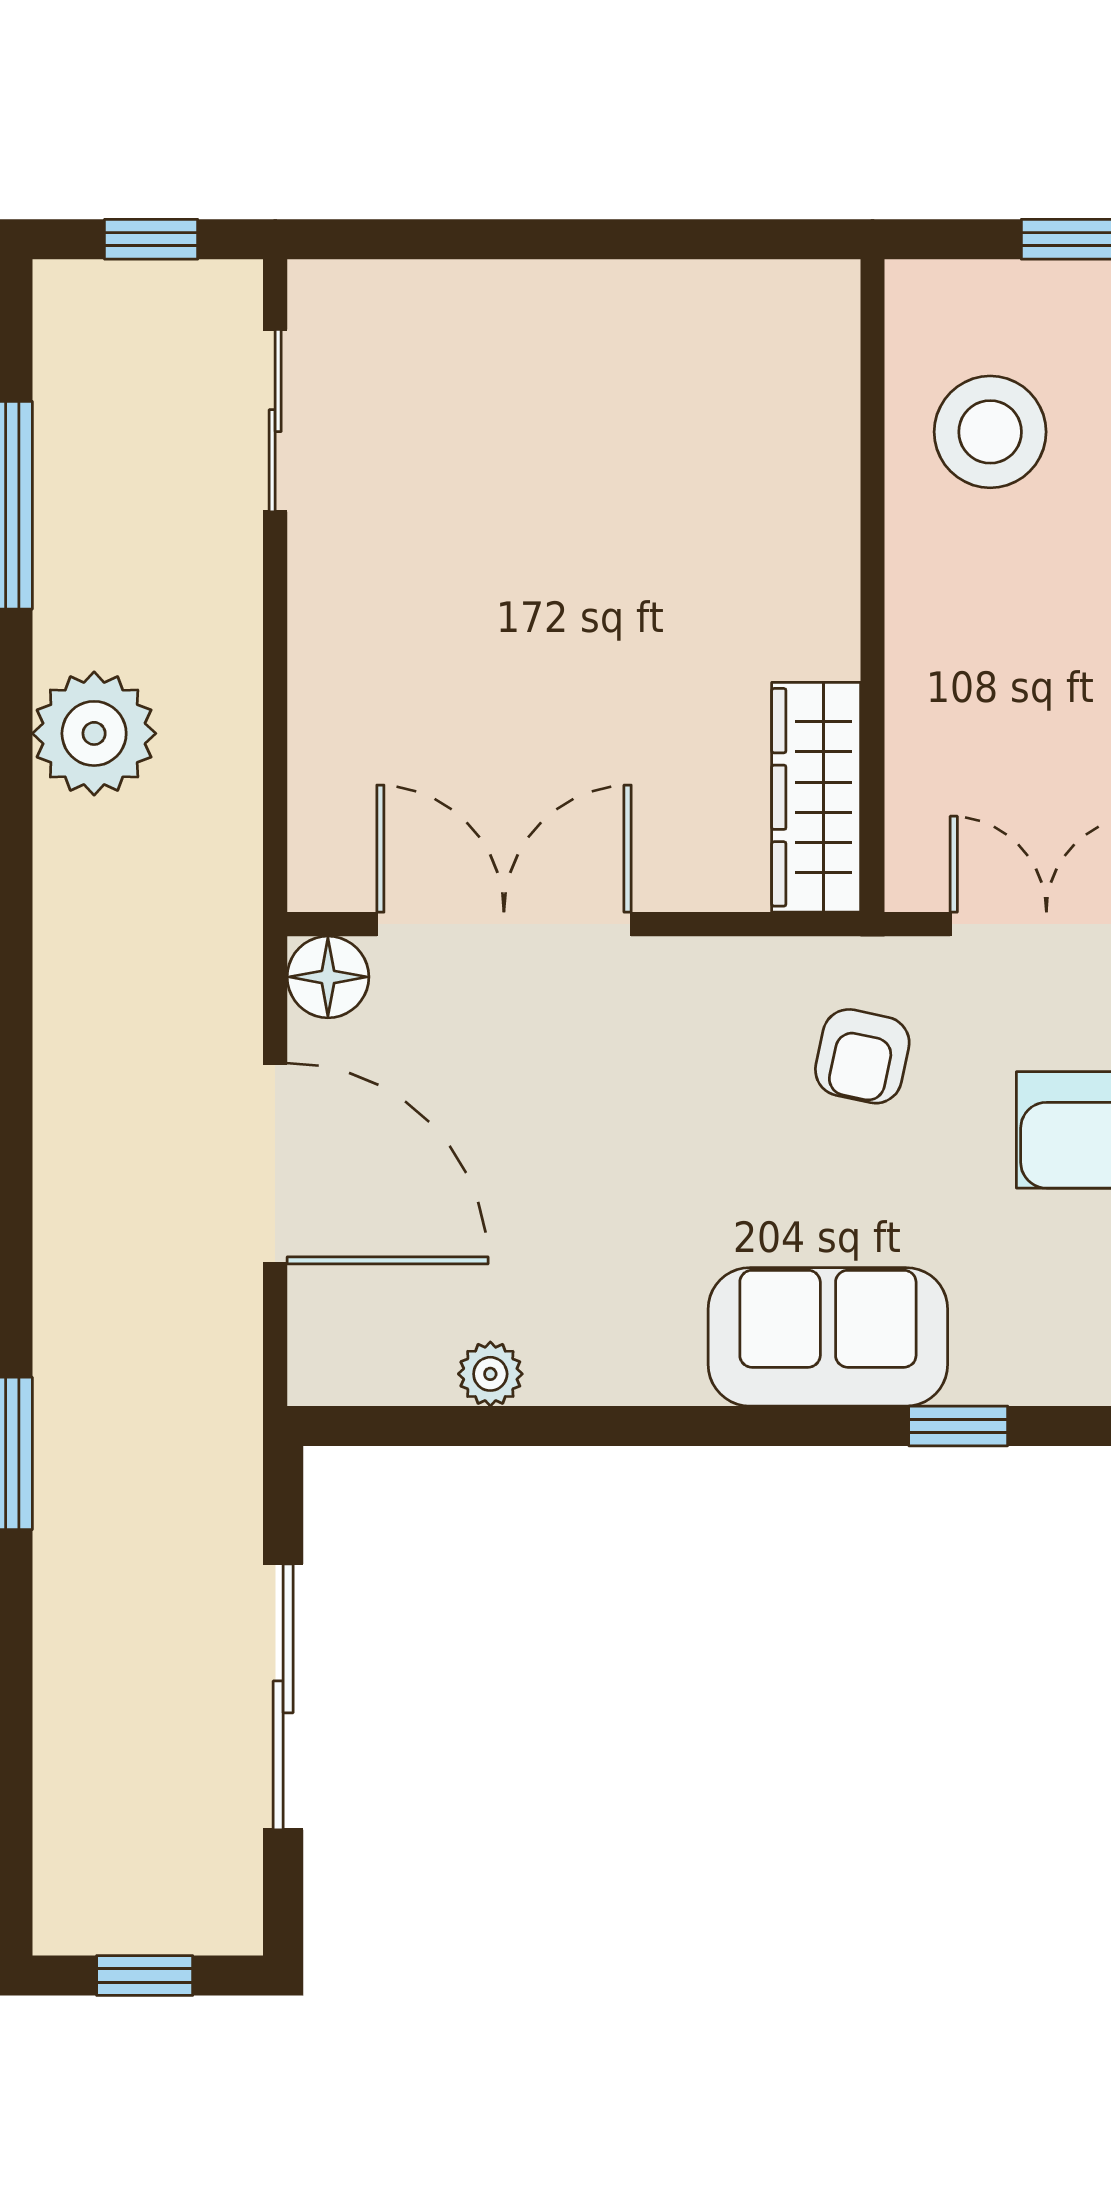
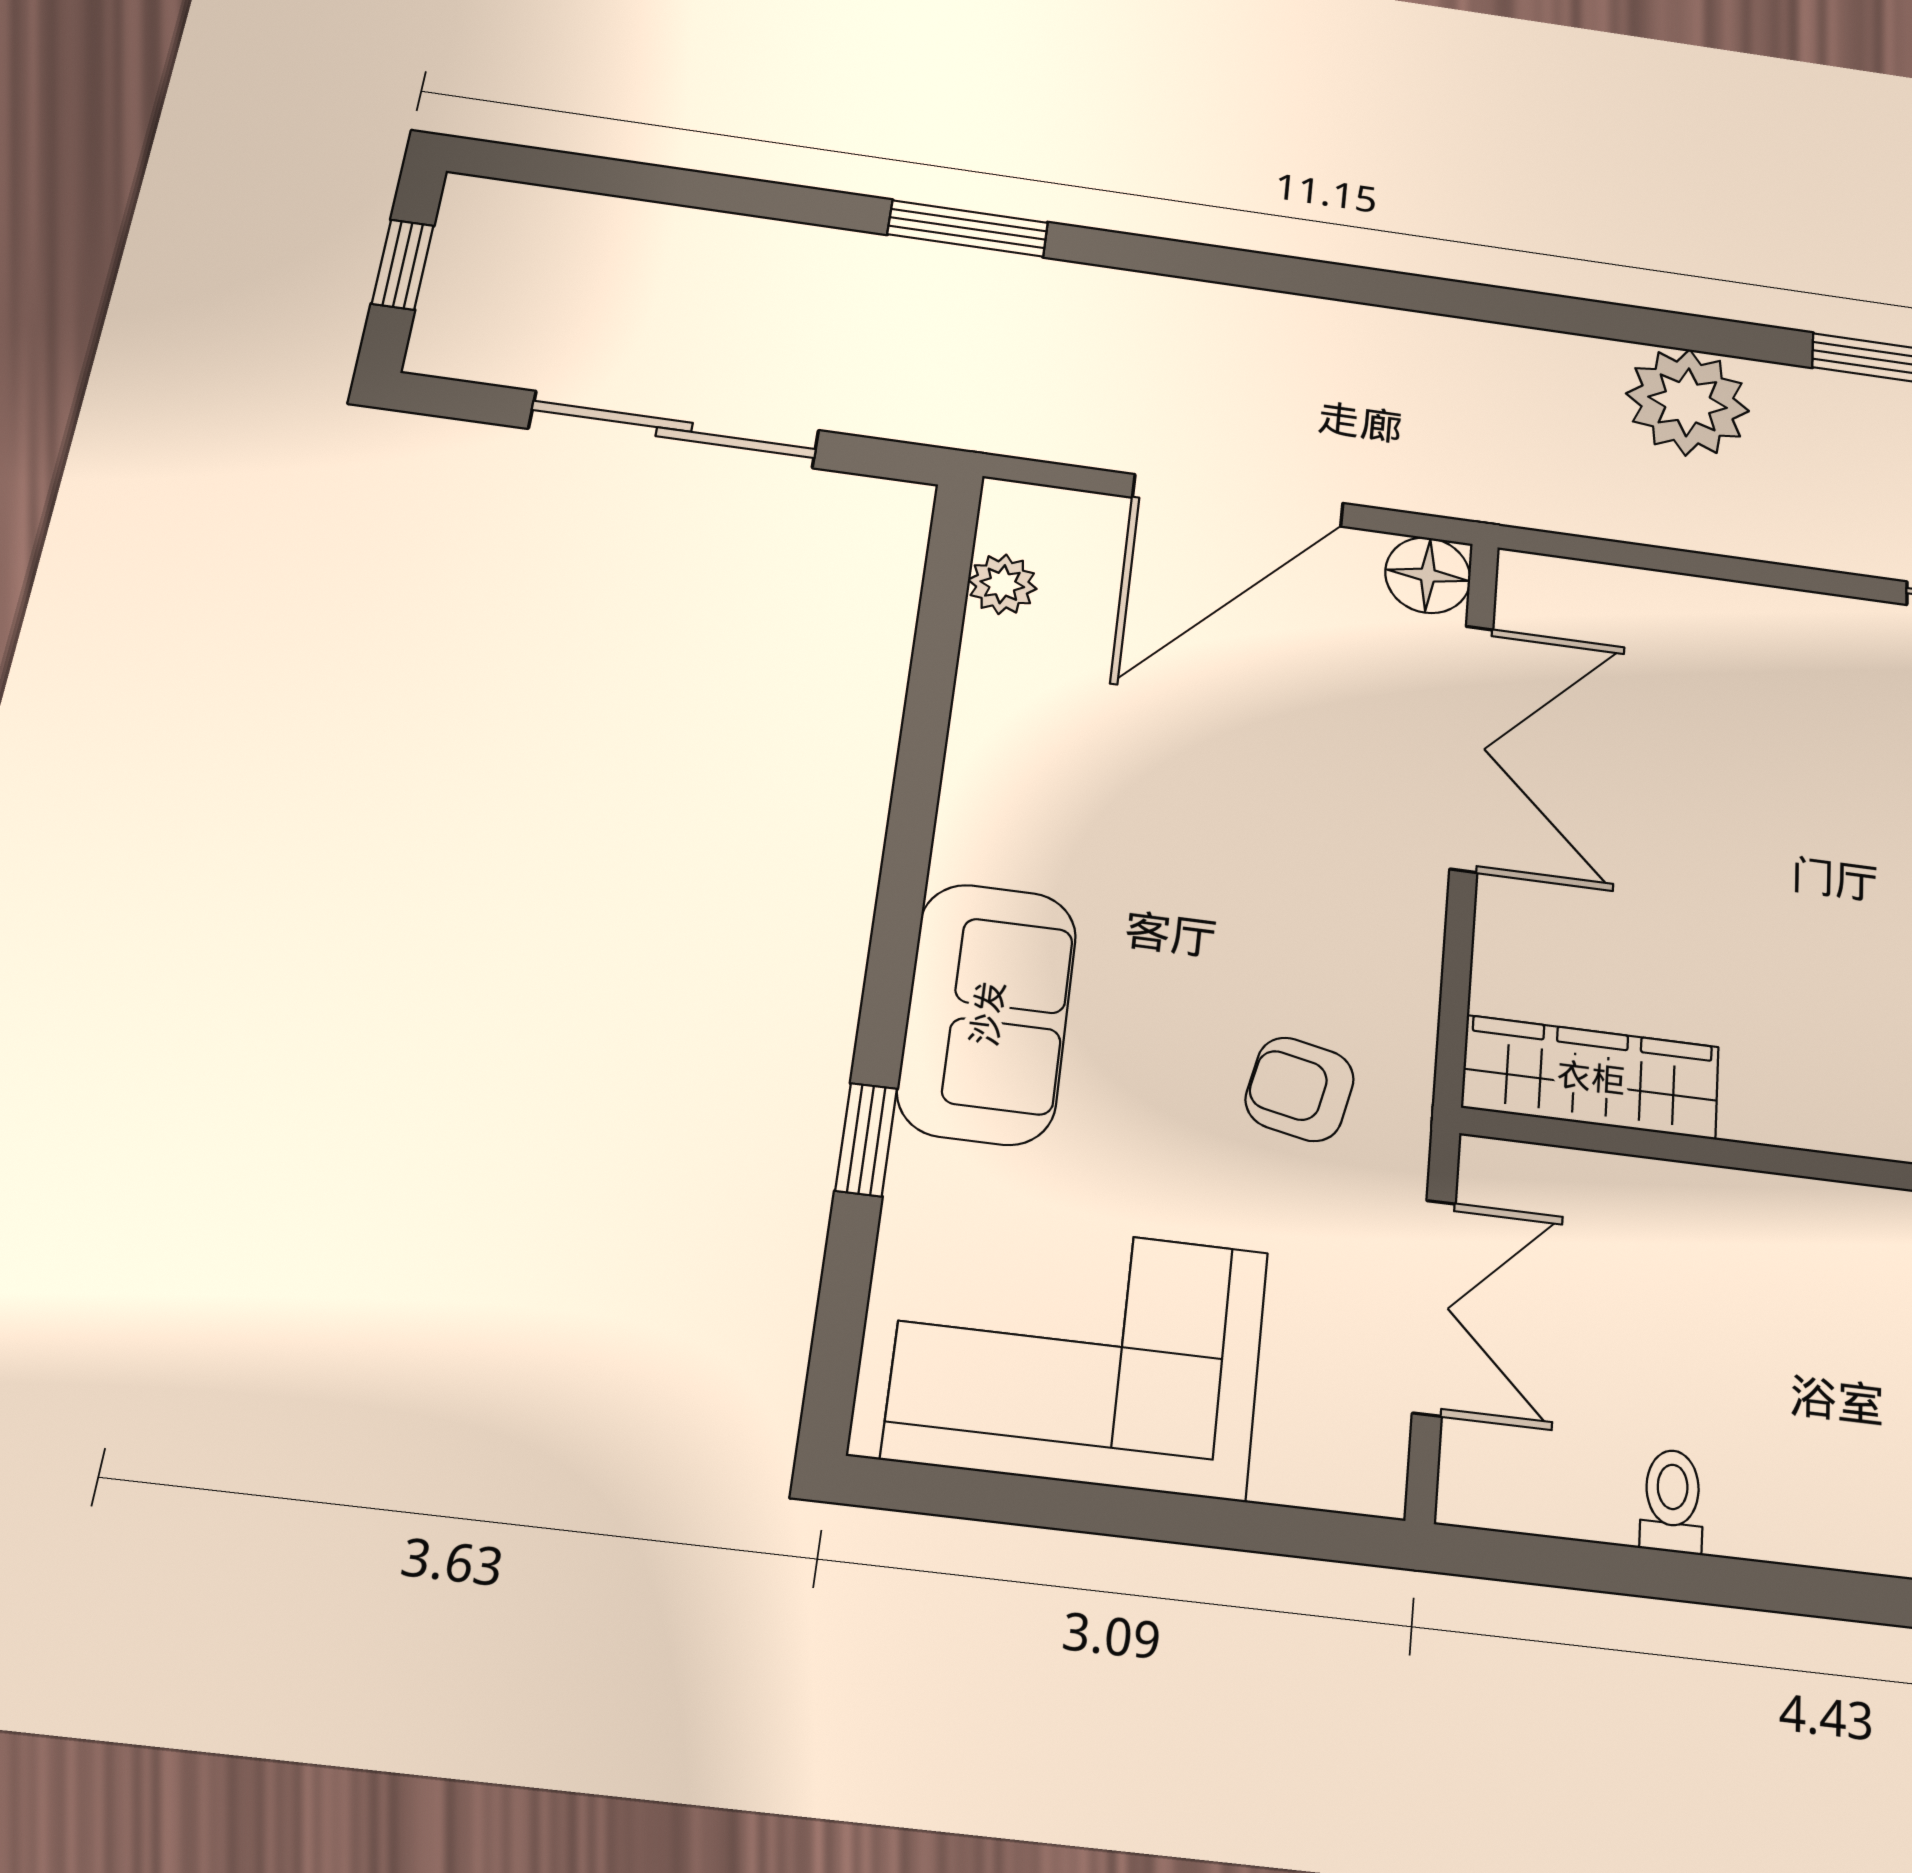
plant: (490, 1374) -> (1002, 584), moved

